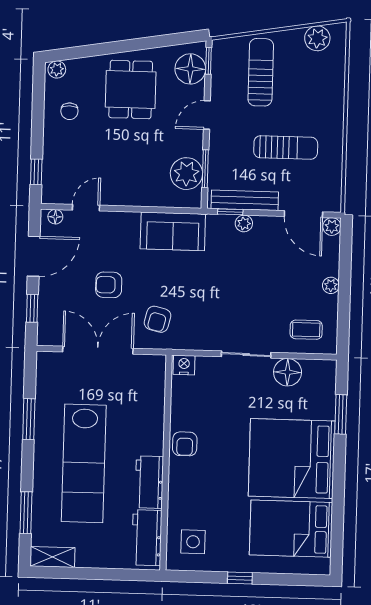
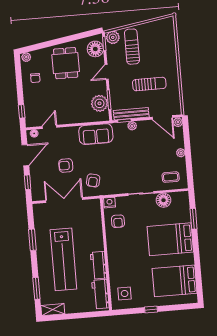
plant: (317, 38) -> (113, 37), moved
armchair: (185, 444) -> (118, 221), moved
bed: (292, 459) -> (170, 239), width x0.73

